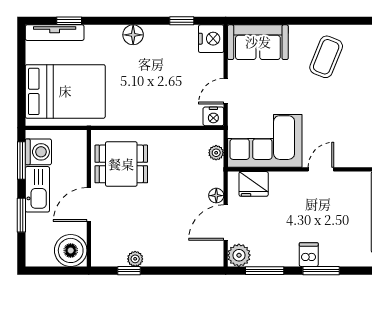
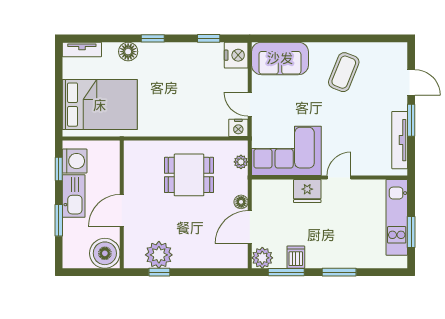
window: (69, 21) -> (153, 38), moved
tv unit: (55, 33) -> (82, 50), width x0.71
floor lamp: (133, 35) -> (128, 52), moved
door: (226, 91) -> (250, 104), hinge flipped
window: (21, 160) -> (59, 169), width x0.67
dining table: (121, 164) -> (189, 175), moved
fridge: (254, 184) -> (307, 191), moved
dishwasher: (309, 255) -> (296, 257), moved
plant: (135, 259) -> (159, 255), width x1.87, depth x1.87

